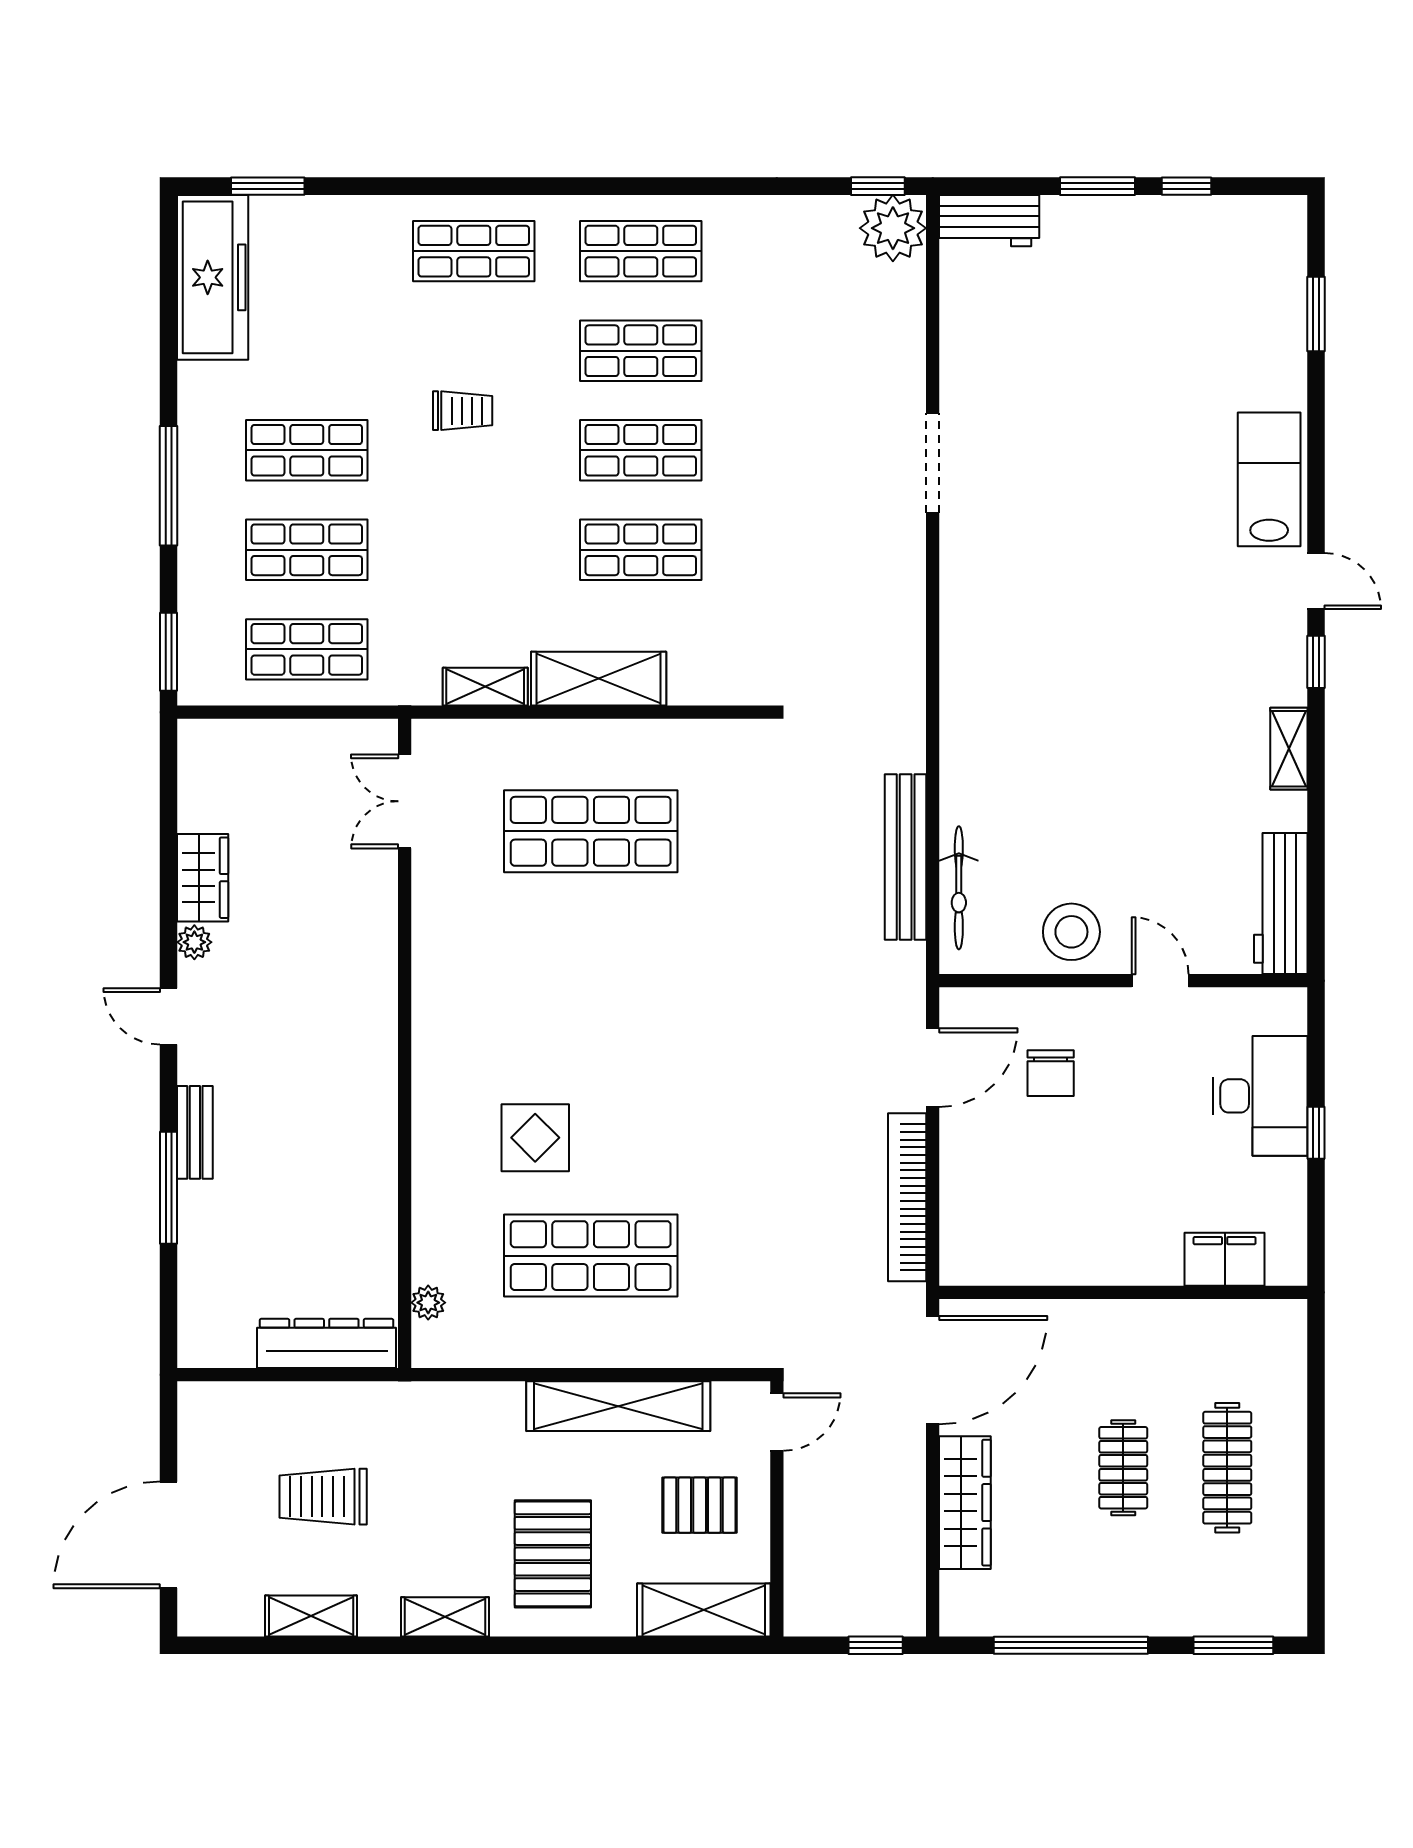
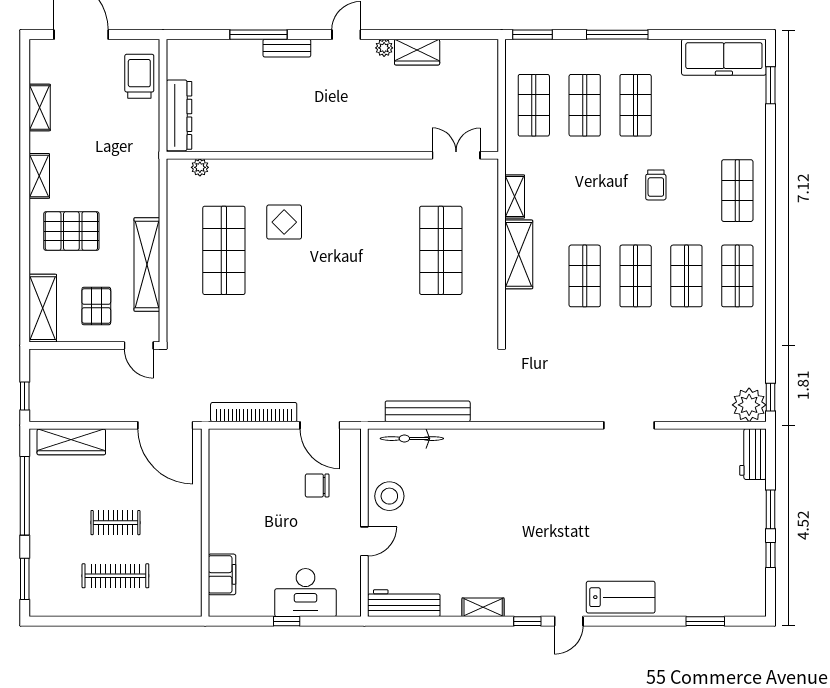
trolley: (323, 1497) -> (139, 76), moved
wardrobe: (965, 1503) -> (71, 442), moved

